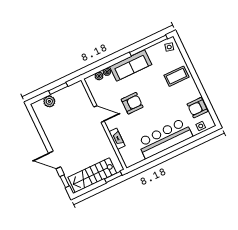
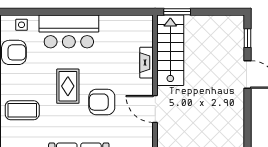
rug: (156, 103) -> (68, 86), added
bar counter: (165, 138) -> (69, 31), width x0.73
stairs: (92, 175) -> (170, 50), moved, turned -90

